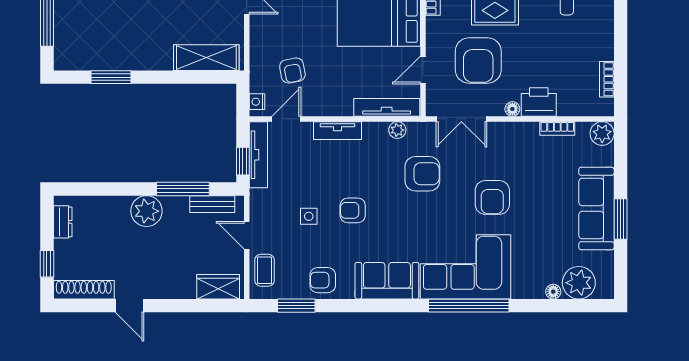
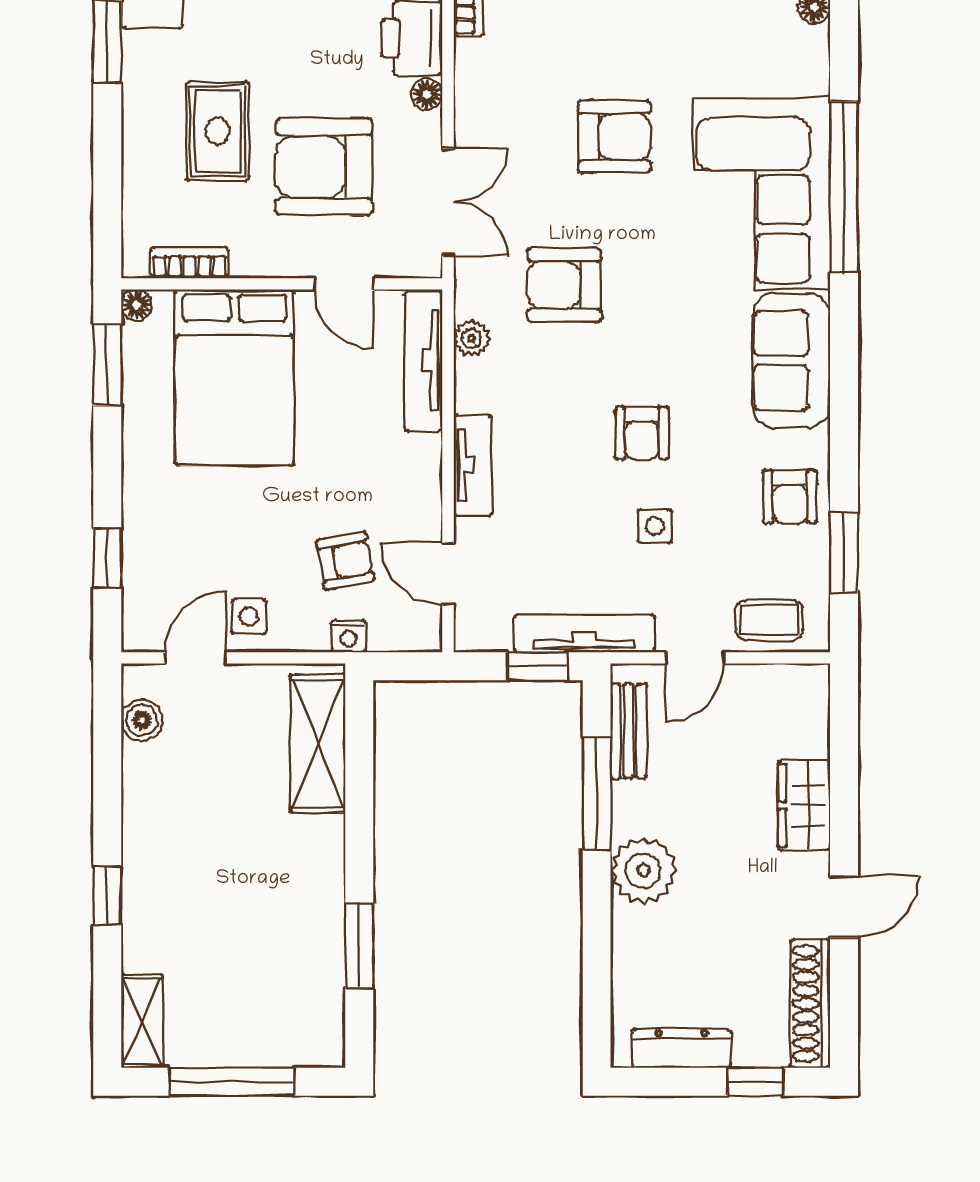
side table: (266, 25) -> (249, 617), added
armchair: (478, 60) -> (324, 167), turned 180
nightstand: (257, 102) -> (349, 636), moved
tv unit: (258, 155) -> (584, 633), moved
armchair: (422, 174) -> (564, 285), turned -90
dresser: (63, 222) -> (682, 1048), width x1.44
wardrobe: (218, 287) -> (804, 805), moved

